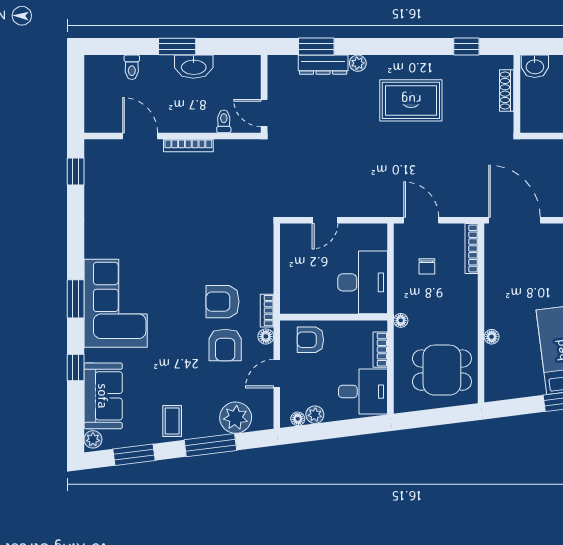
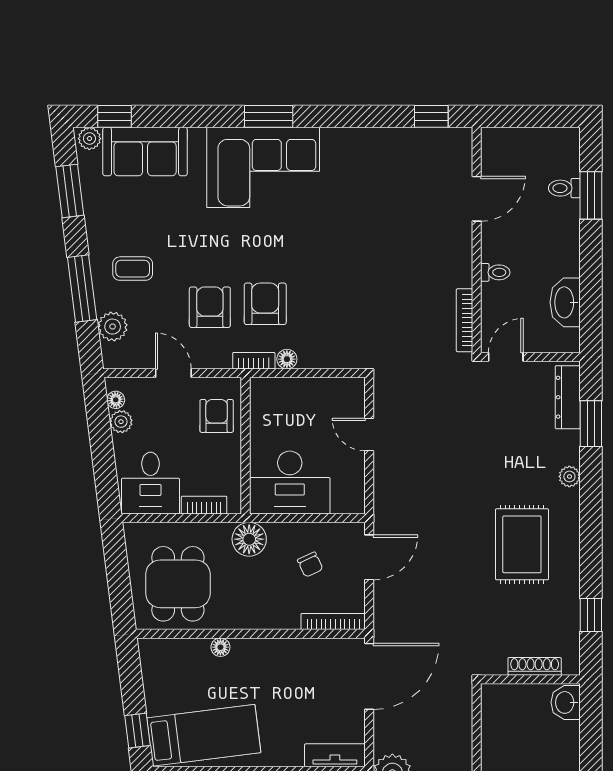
window: (177, 46) -> (591, 195), moved
dresser: (323, 65) -> (568, 397), moved
washbasin: (194, 67) -> (565, 302), moved
toilet: (224, 121) -> (495, 272), moved
bookcase: (188, 145) -> (464, 320), moved
chair: (427, 266) -> (310, 565), turned -115
floor lamp: (401, 320) -> (249, 539), width x1.89, depth x1.89
floor lamp: (266, 336) -> (287, 359), moved
armchair: (225, 345) -> (210, 307), turned 90
window: (76, 367) -> (114, 116), moved
plant: (236, 418) -> (113, 327), width x0.73, depth x0.73
coffee table: (172, 421) -> (133, 269), moved

